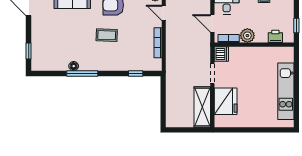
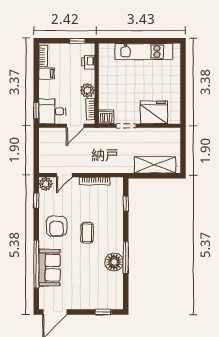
floor lamp: (74, 66) -> (114, 262), width x1.89, depth x1.89
shelving: (202, 107) -> (155, 165), moved

